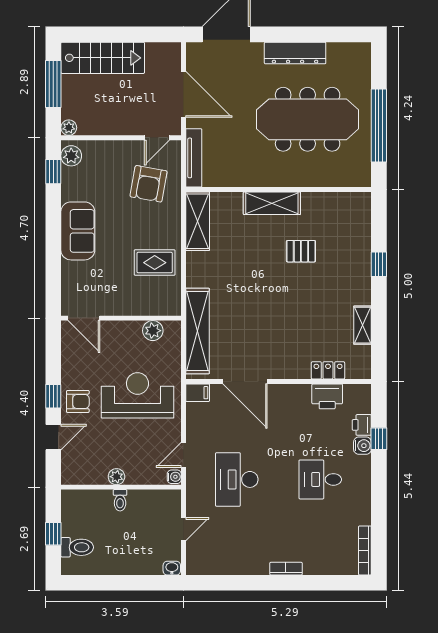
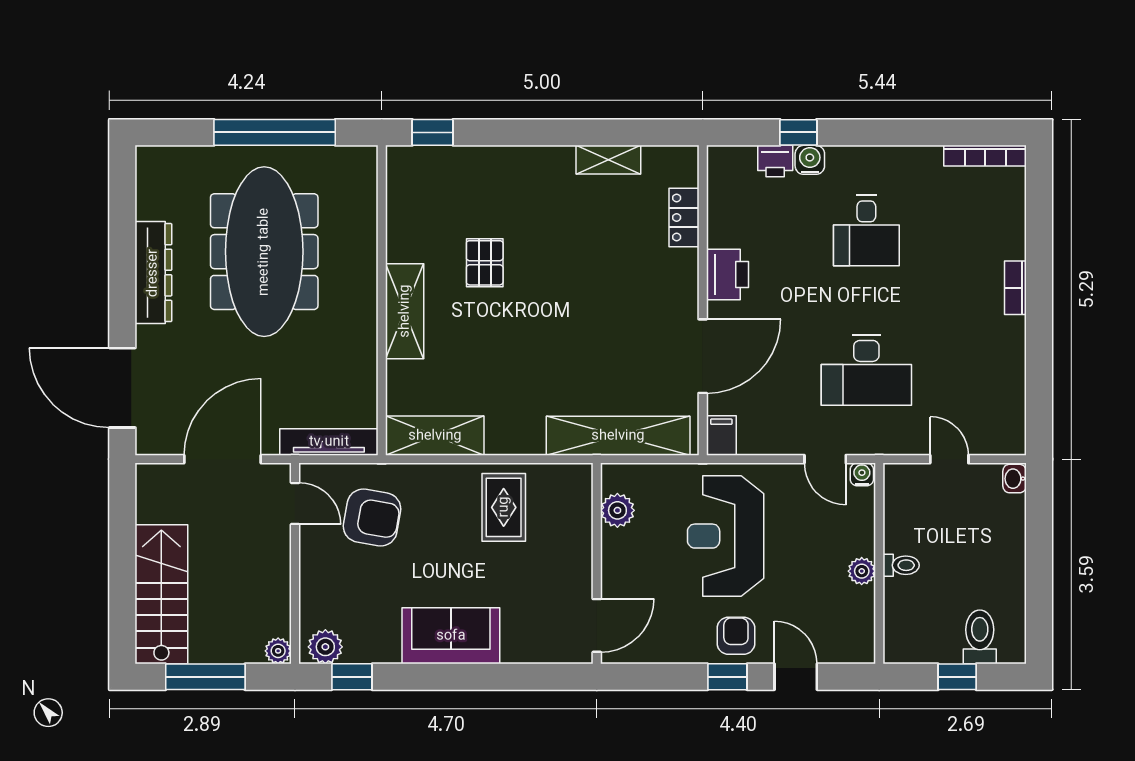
window: (379, 264) -> (433, 132), moved
printer: (327, 396) -> (727, 275), moved

